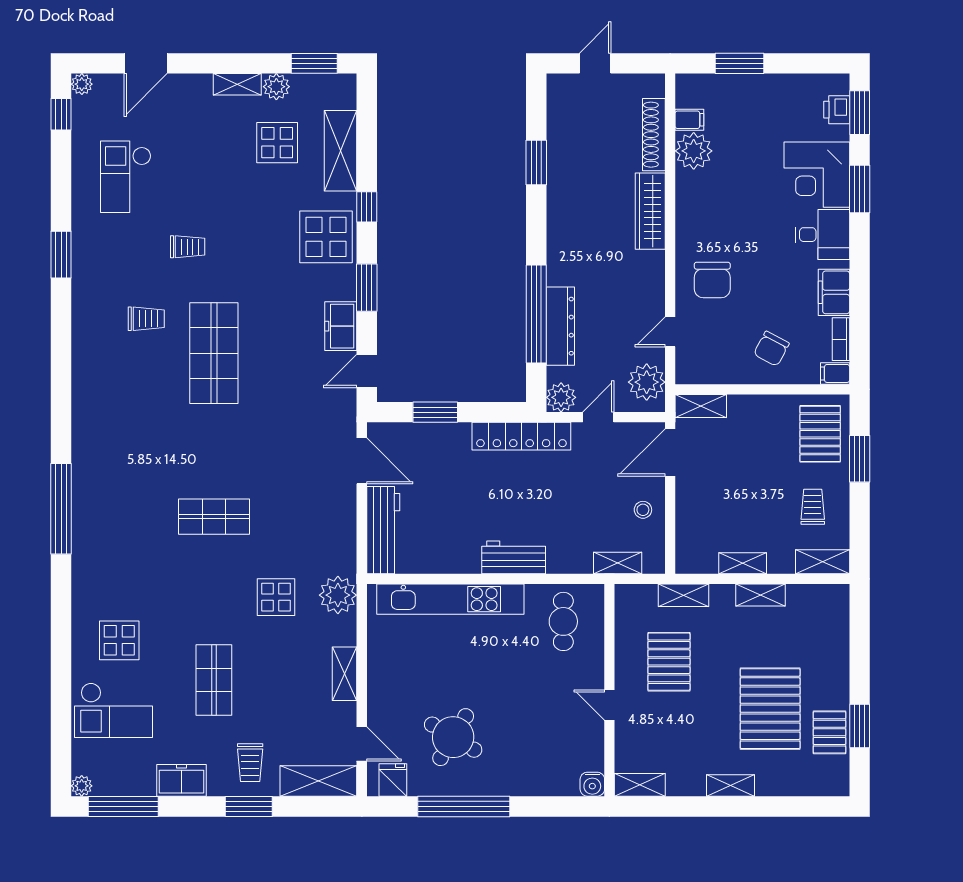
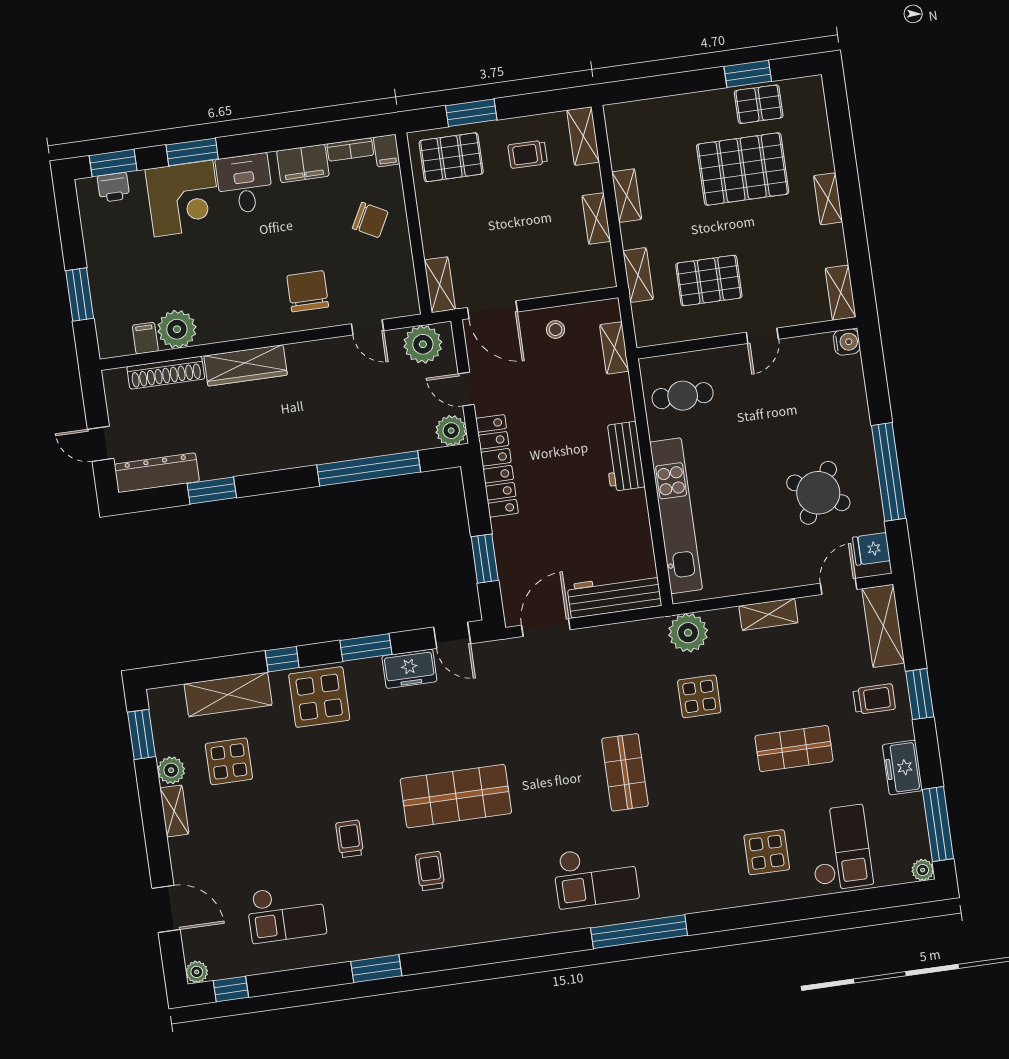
chair: (712, 280) -> (308, 291), turned -90
dresser: (560, 326) -> (157, 473), moved
checkout: (119, 475) -> (596, 876), added

